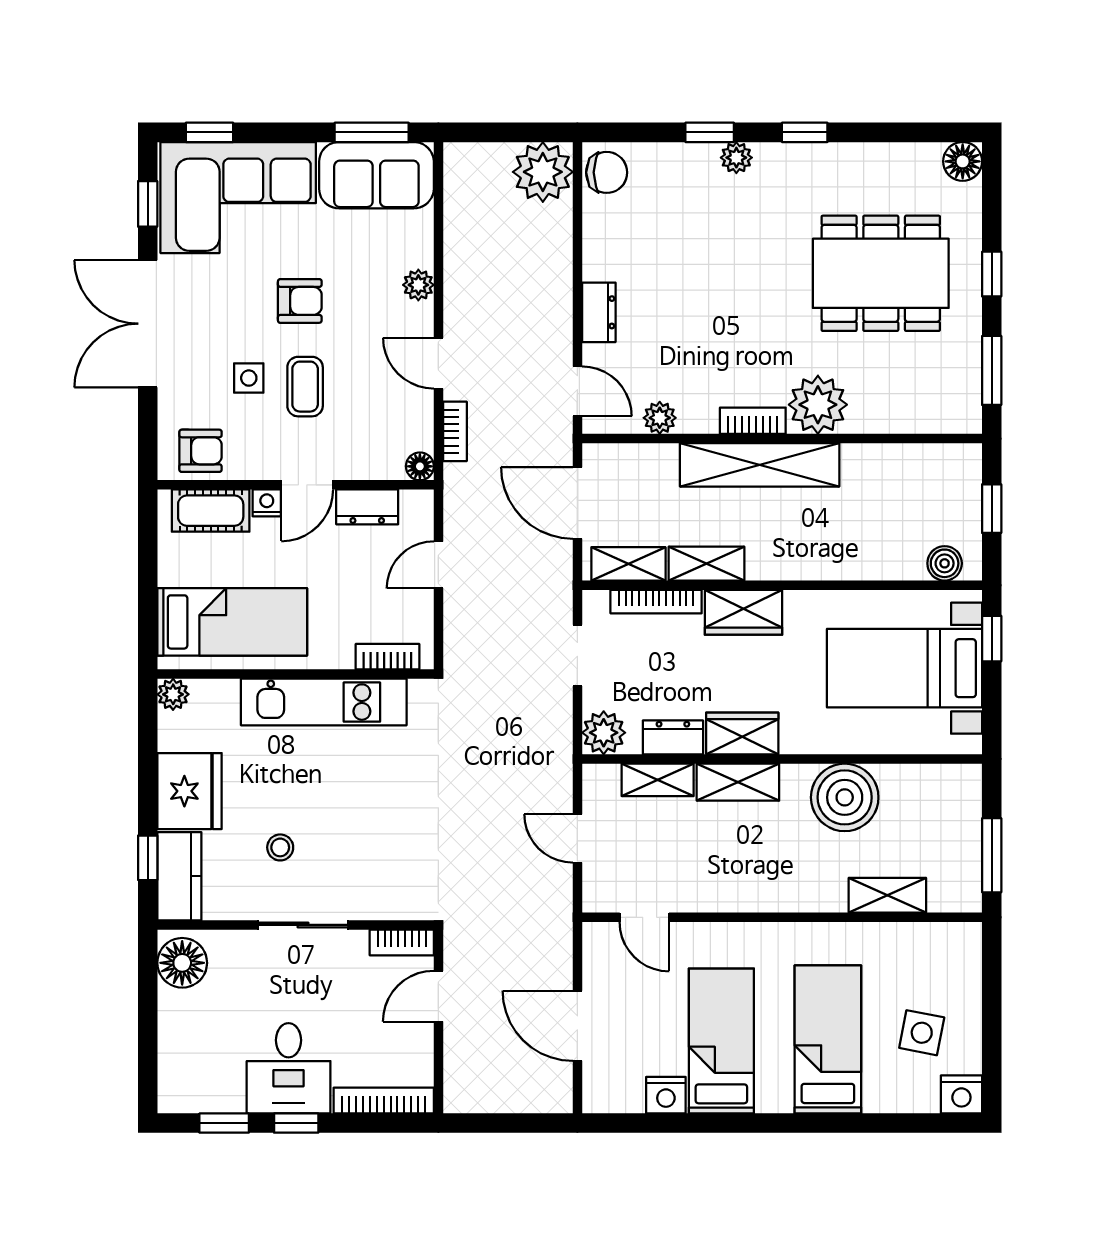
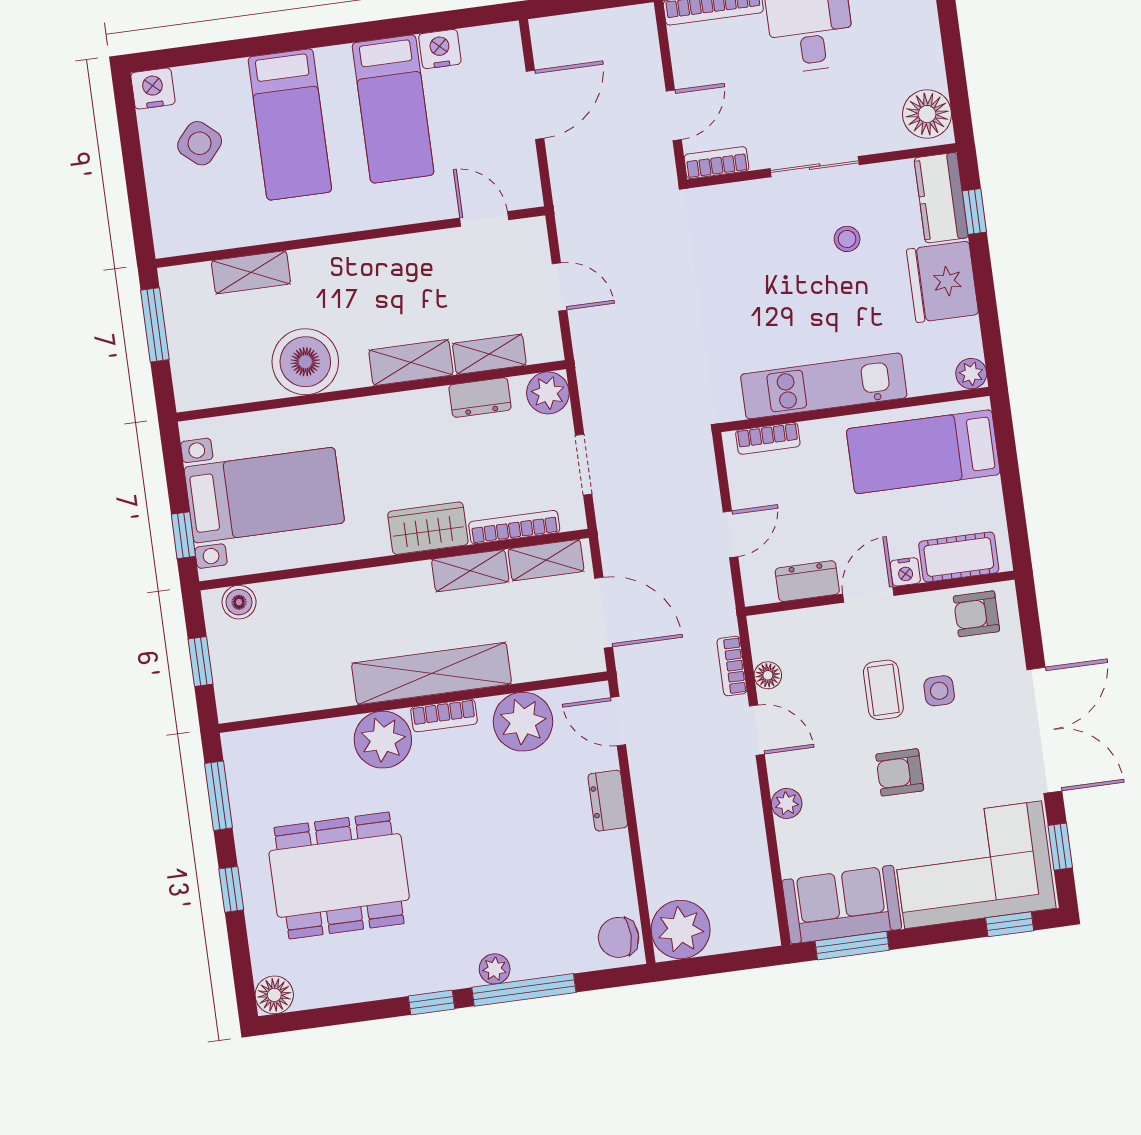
window: (710, 132) -> (524, 990), width x2.17
plant: (660, 418) -> (523, 722), width x1.88, depth x1.88
floor lamp: (420, 466) -> (768, 675), moved
wardrobe: (742, 733) -> (413, 410), removed
door: (577, 1026) -> (535, 105), hinge flipped
side table: (922, 1033) -> (200, 143), turned 30

